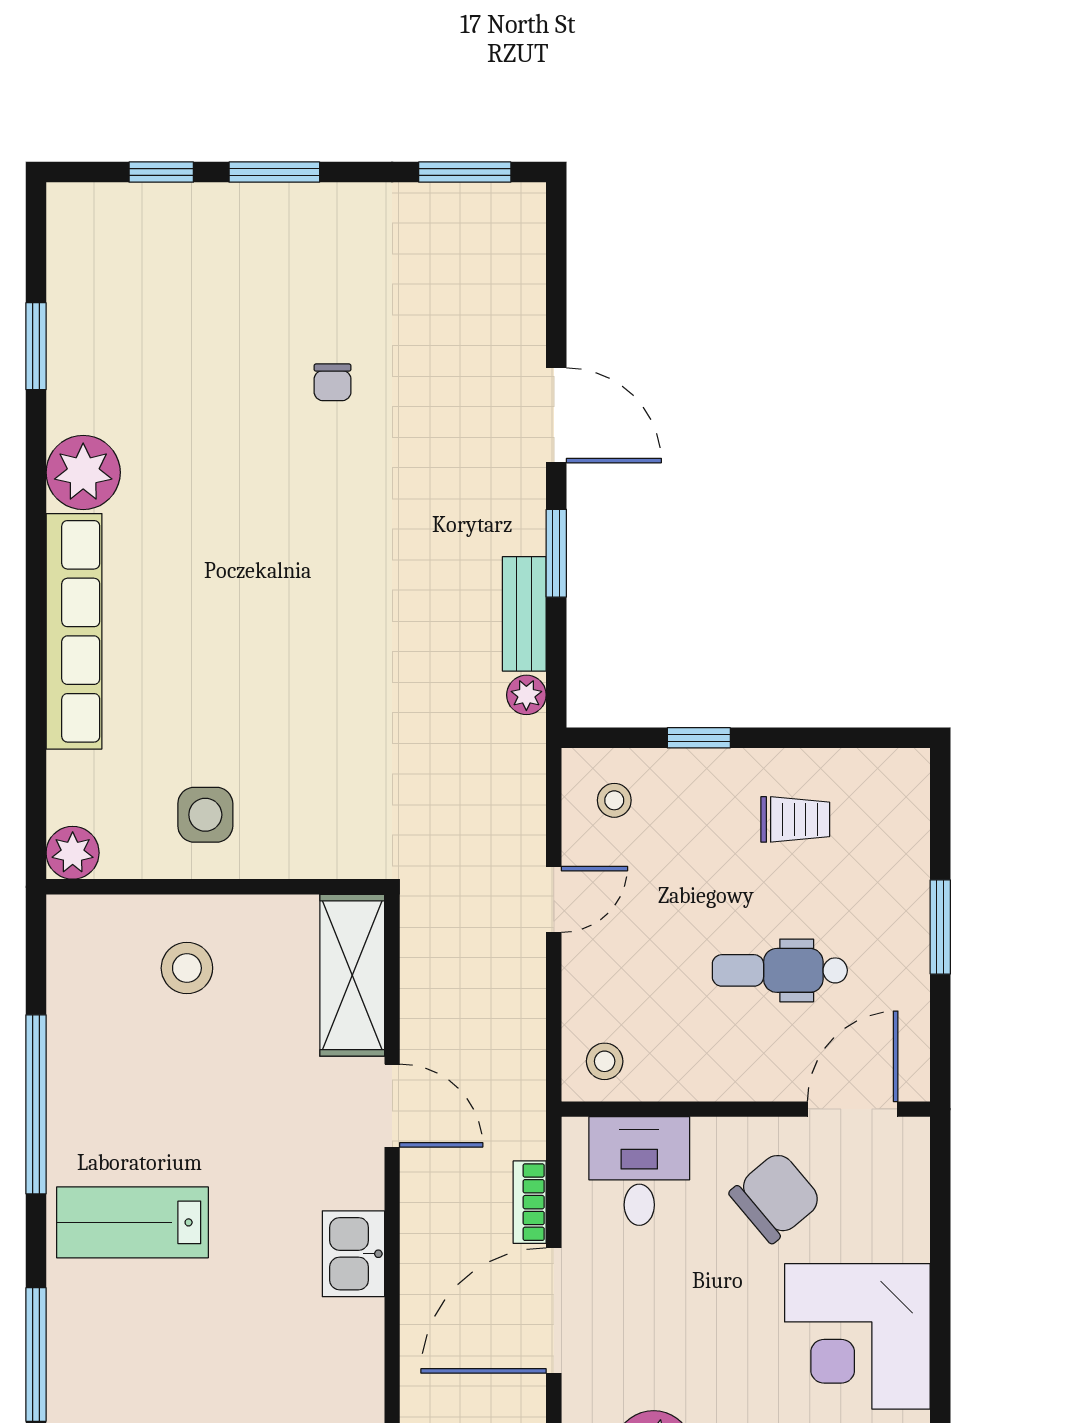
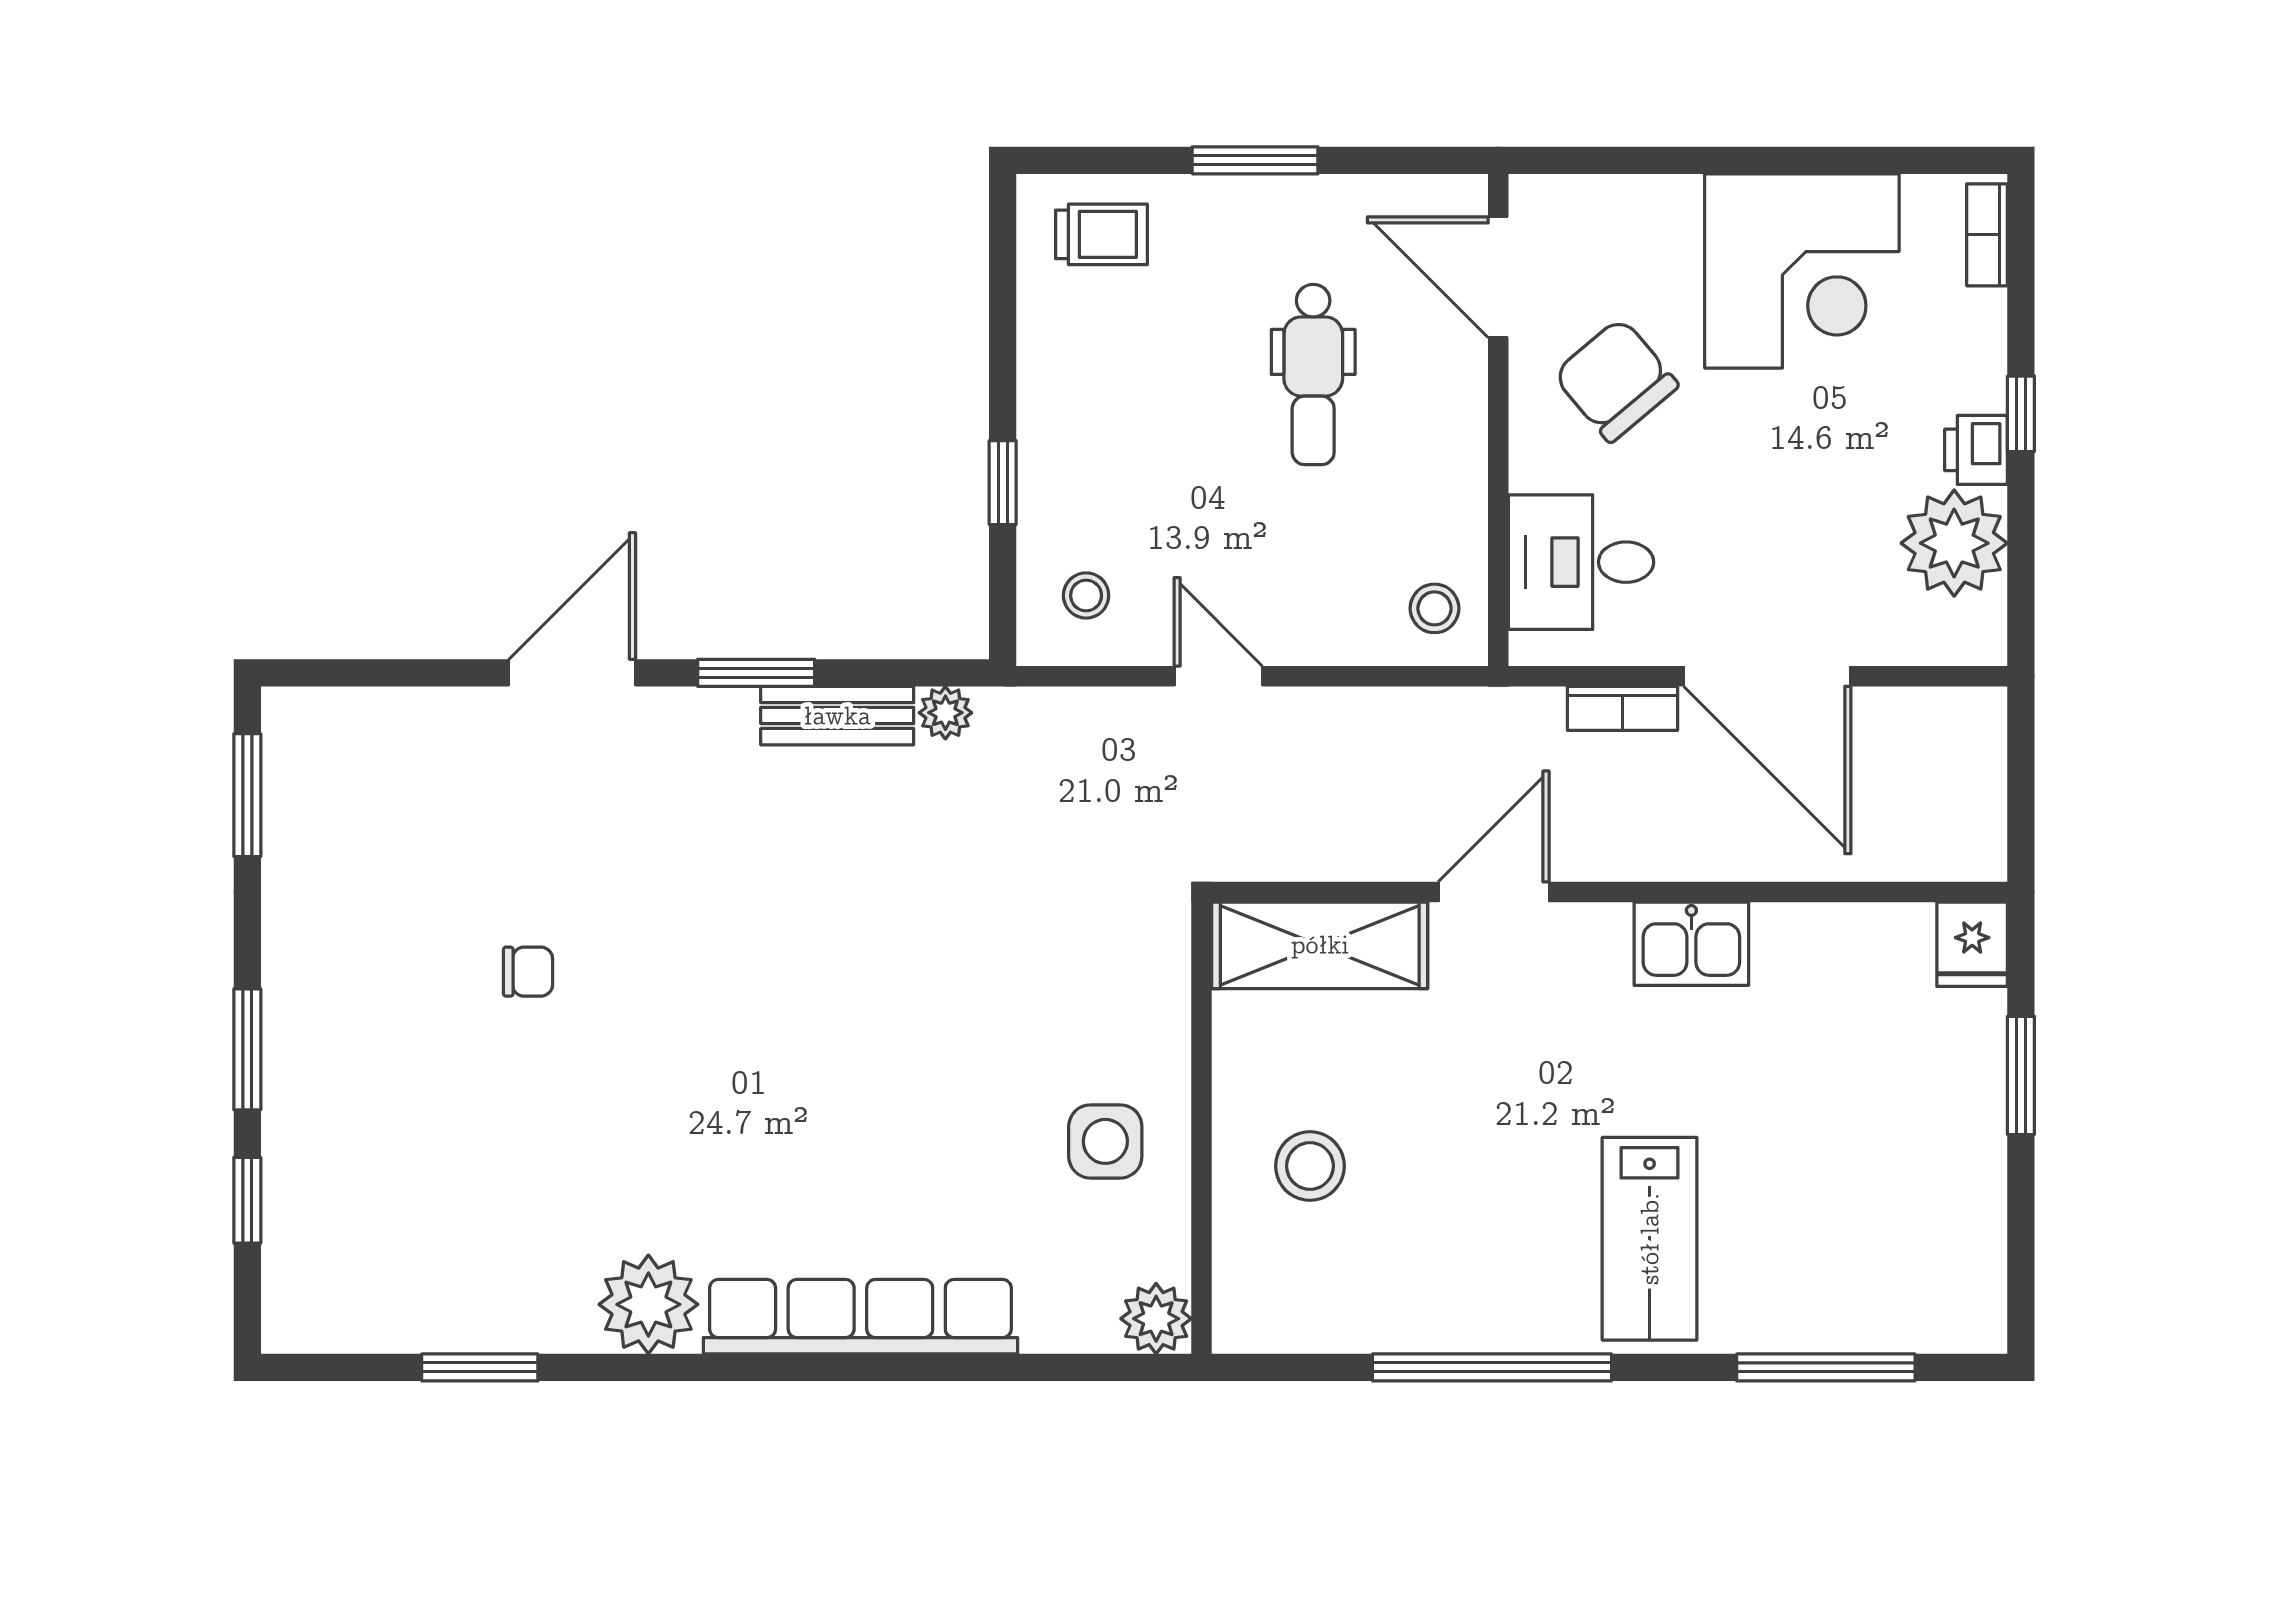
trolley: (795, 819) -> (1101, 234), moved, turned 90

